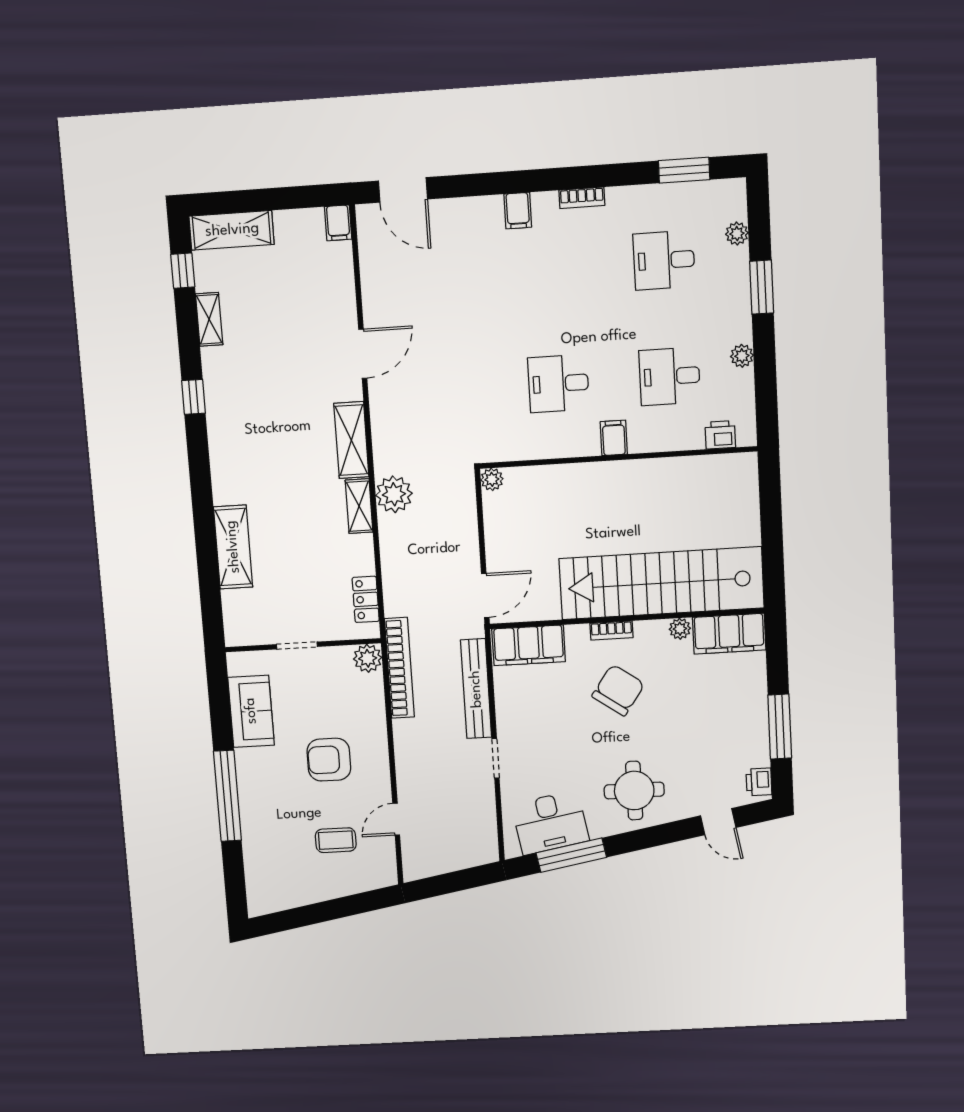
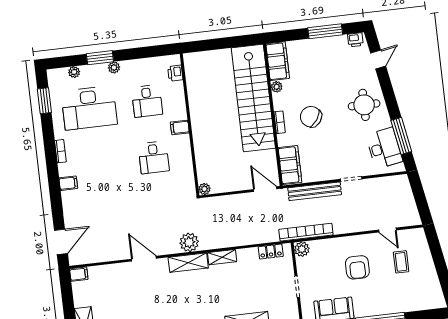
desk: (664, 260) -> (89, 108), width x1.87, depth x1.30
plant: (742, 356) -> (114, 67), moved
plant: (394, 494) -> (189, 242), moved

